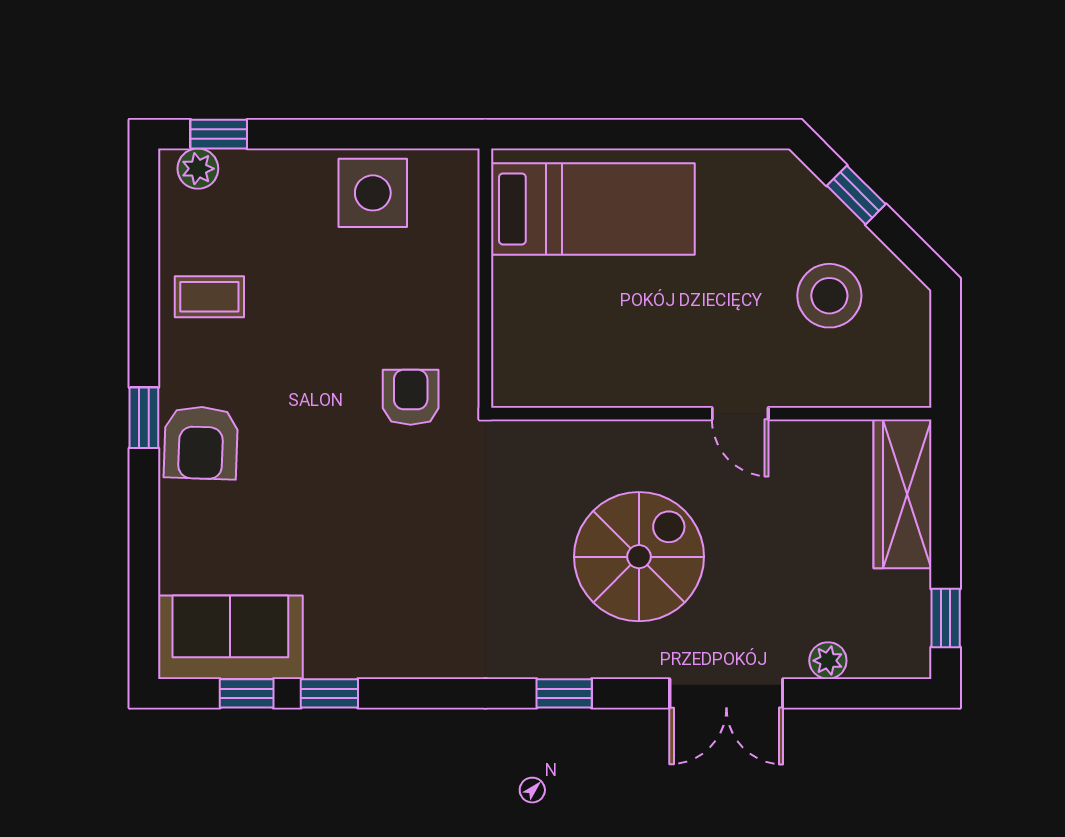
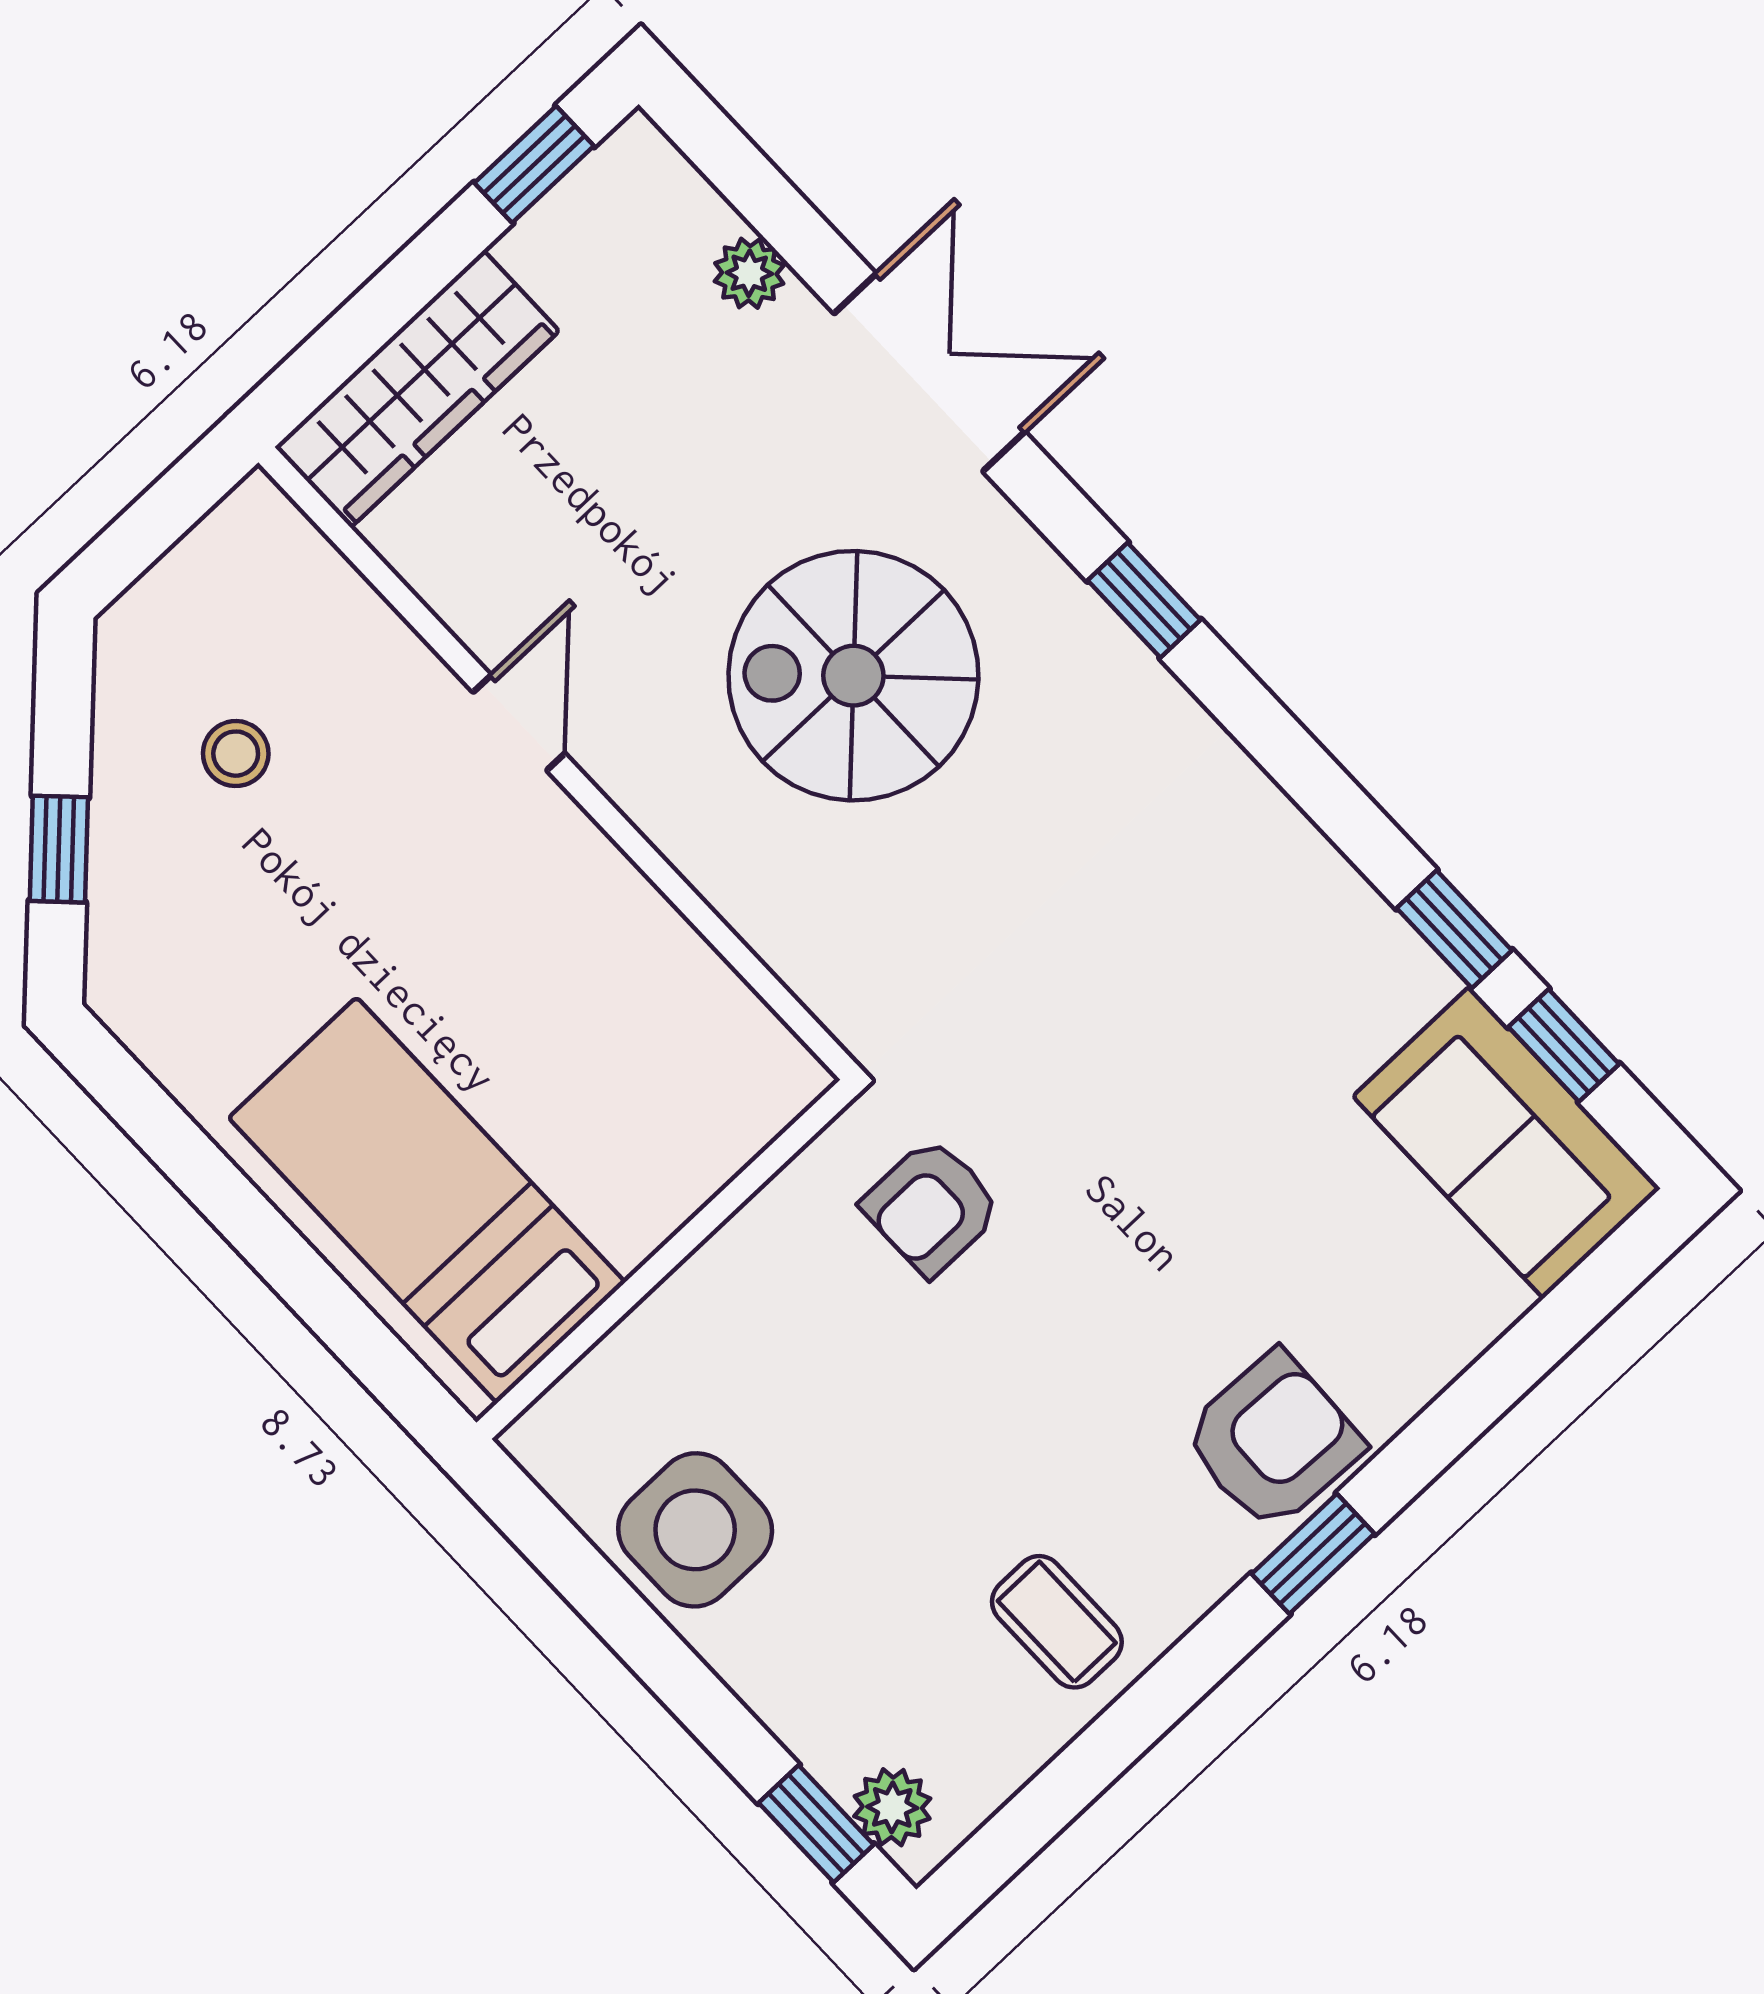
stool: (829, 296) -> (236, 754), width x0.53, depth x0.53

